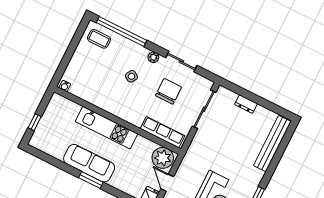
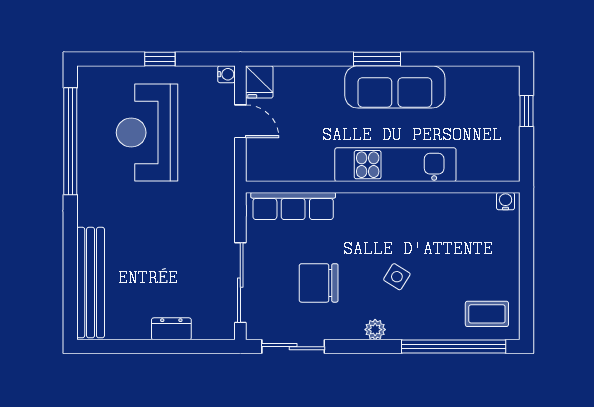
sliding door: (181, 62) -> (293, 347), moved
chair: (168, 91) -> (319, 283), turned 90
plant: (163, 158) -> (270, 161), removed

